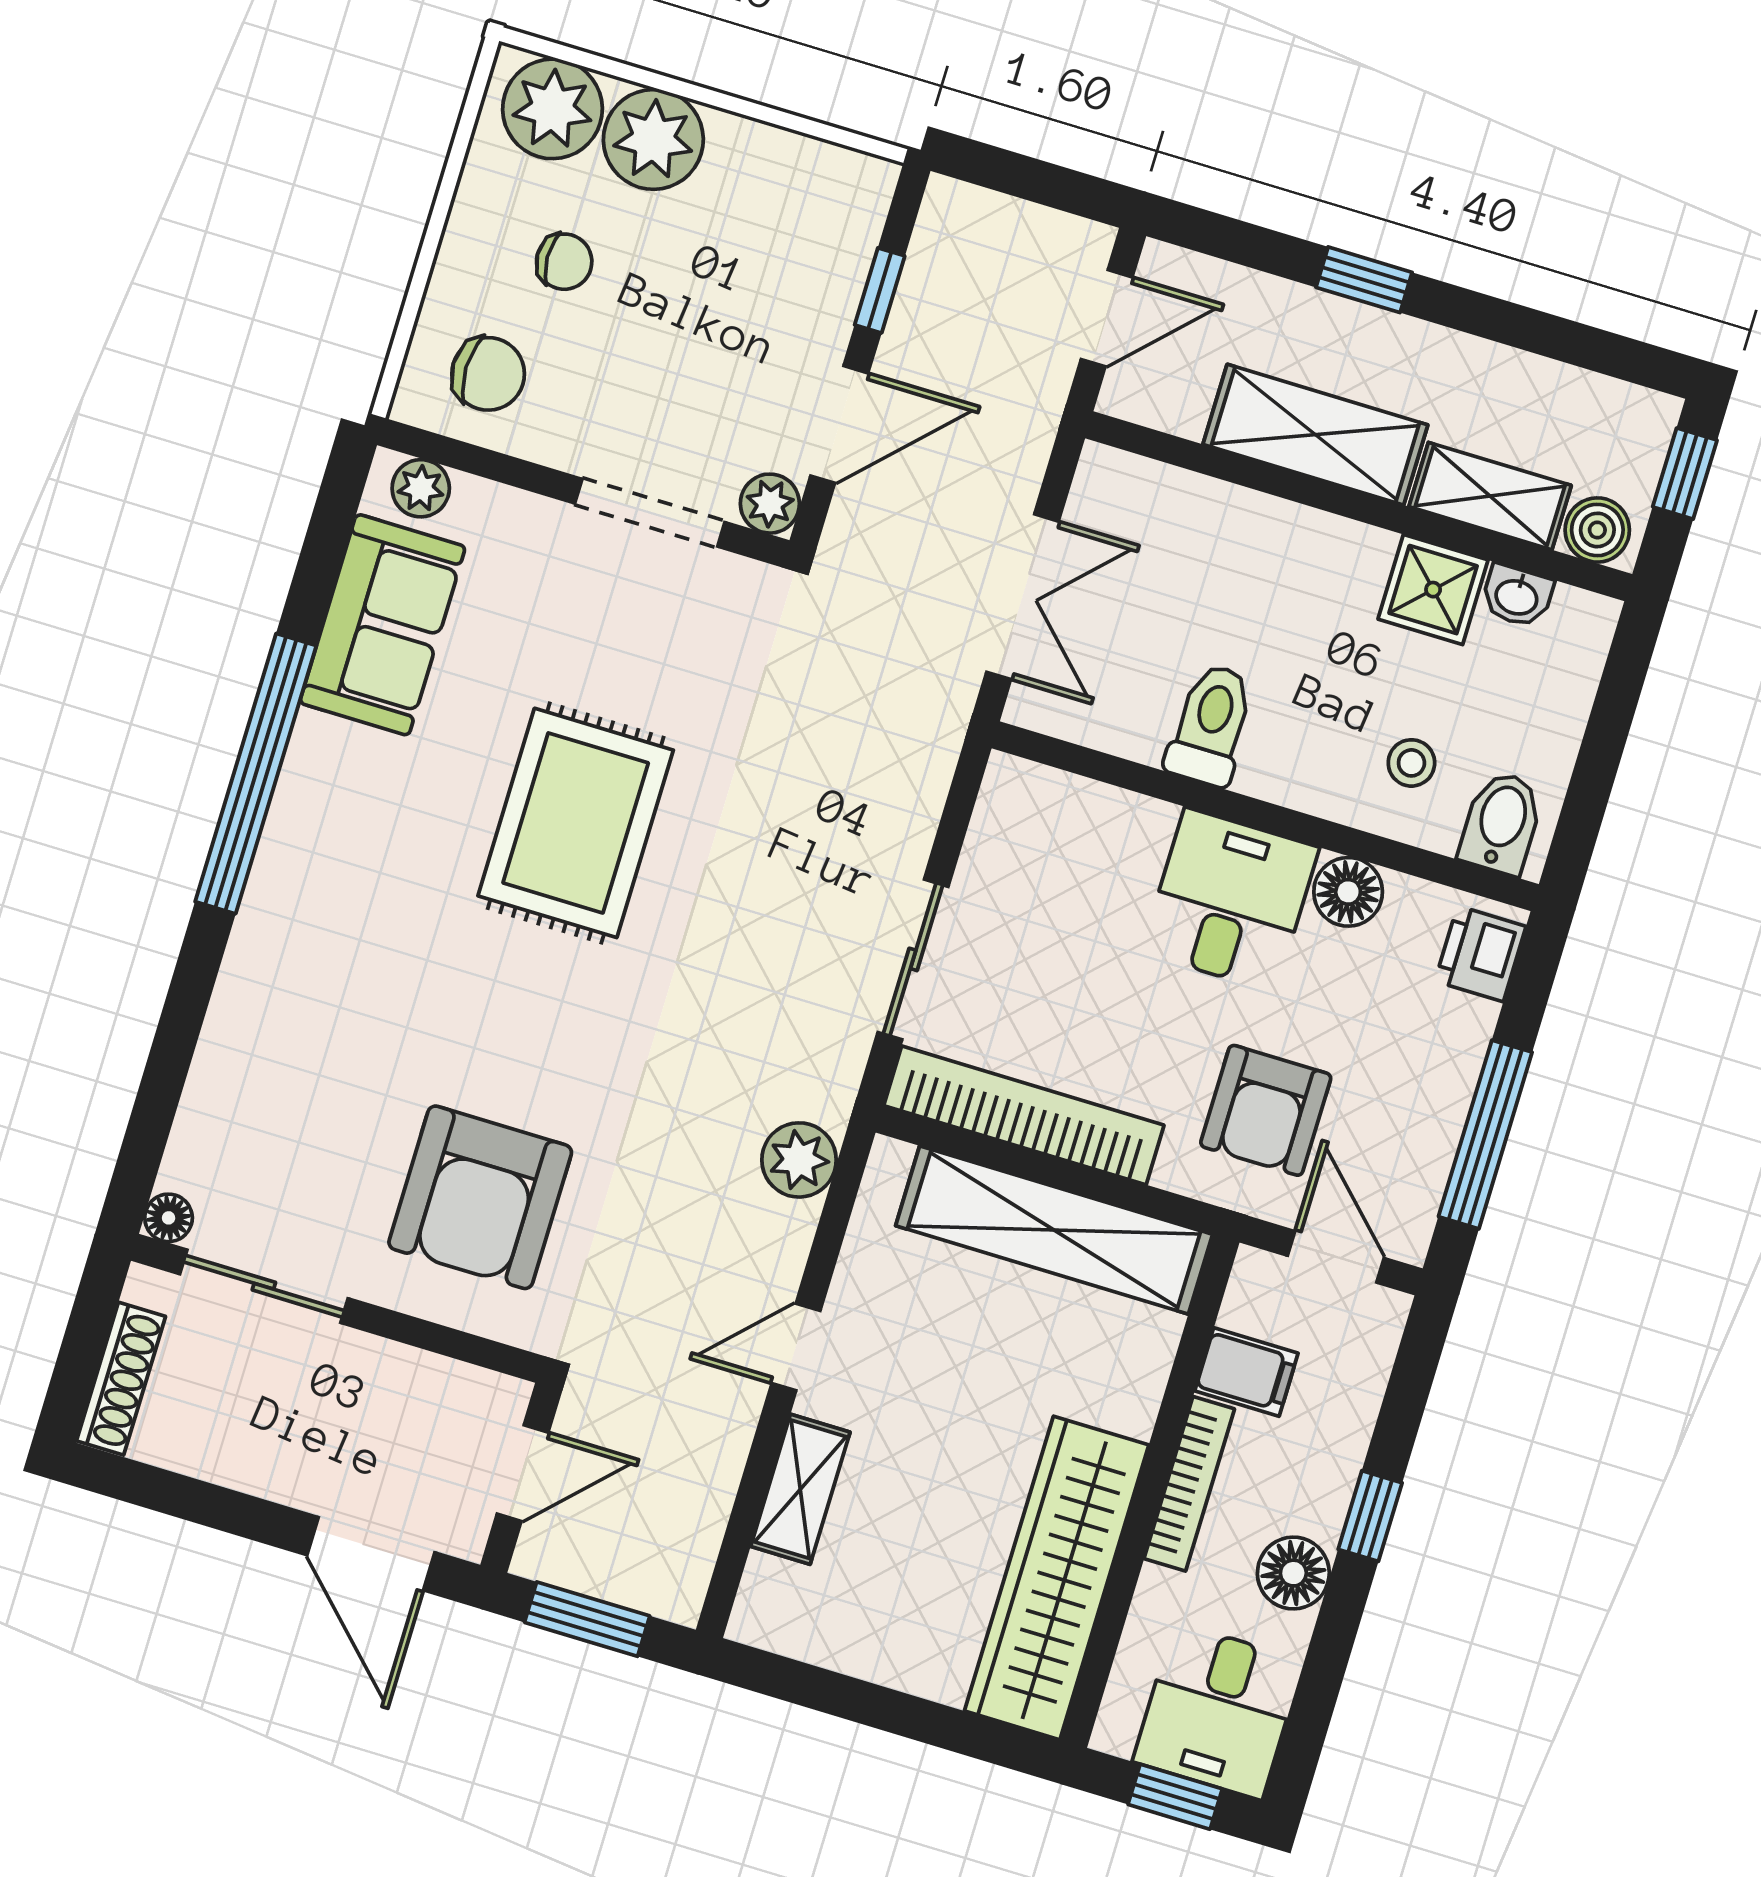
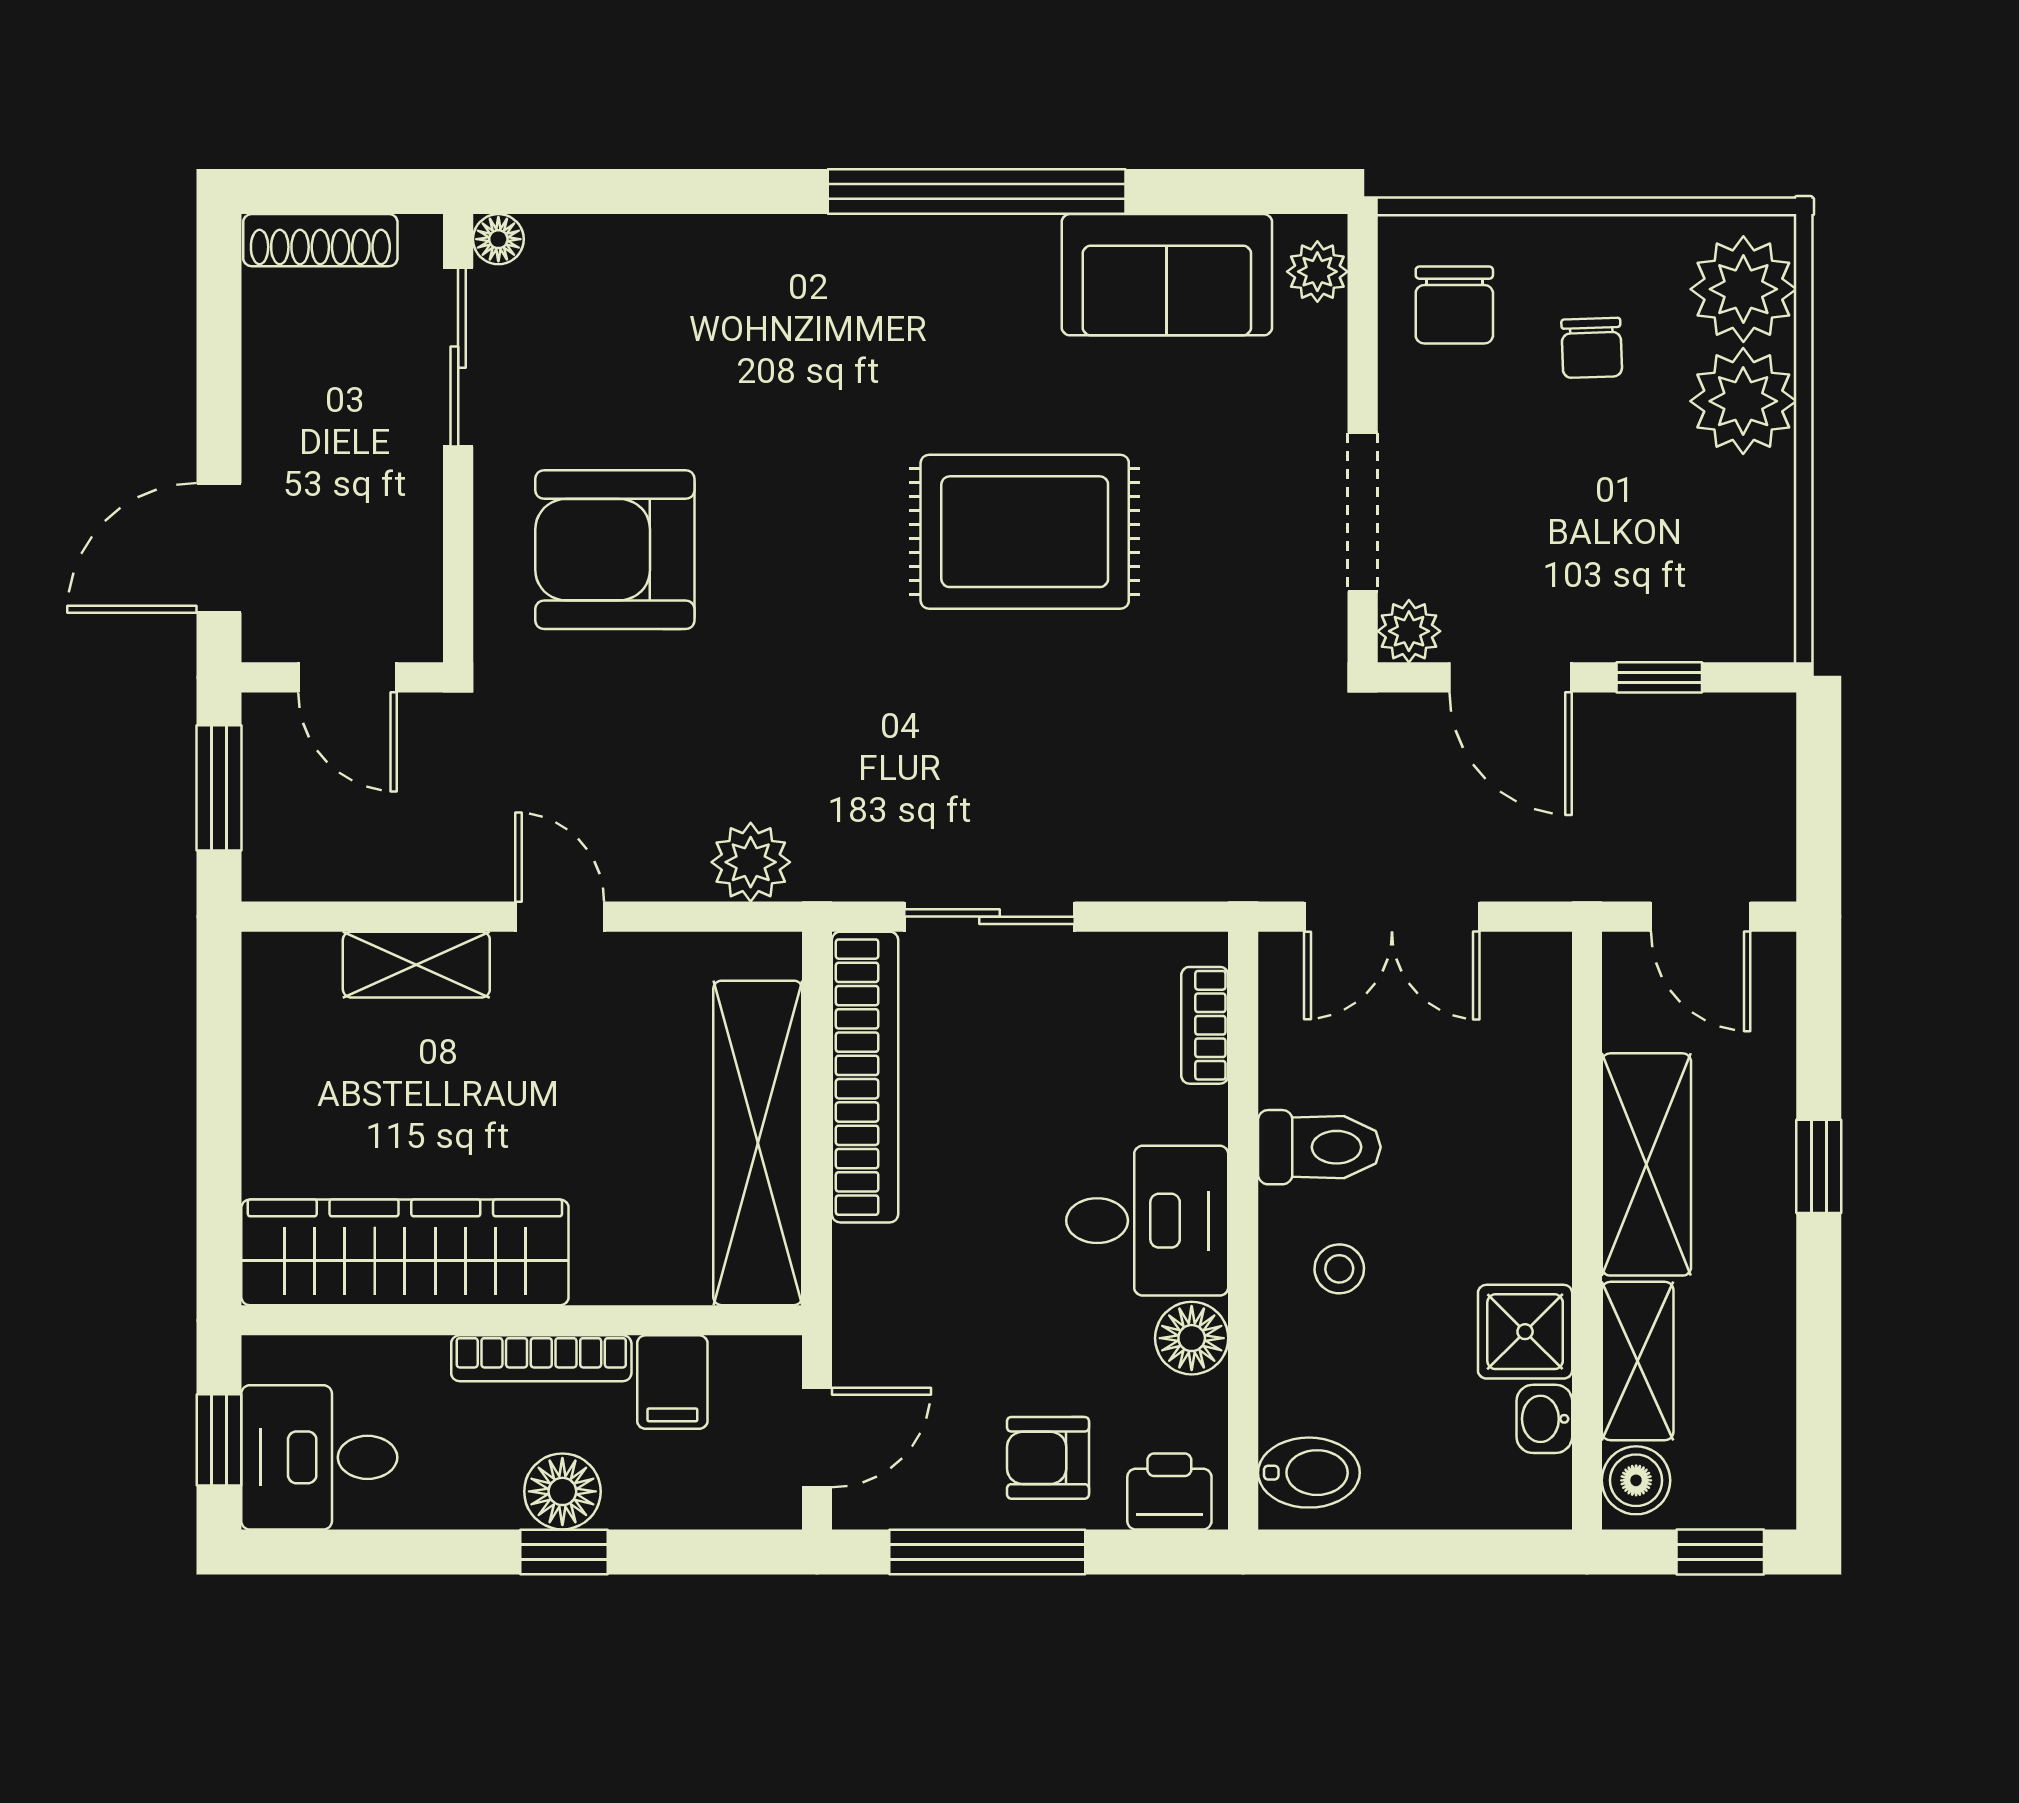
stool: (1411, 763) -> (1339, 1269), moved
bookcase: (1070, 795) -> (1205, 1025), added
armchair: (1266, 1110) -> (1048, 1458), moved, width x0.72, depth x0.72
floor lamp: (1293, 1573) -> (562, 1491), moved

